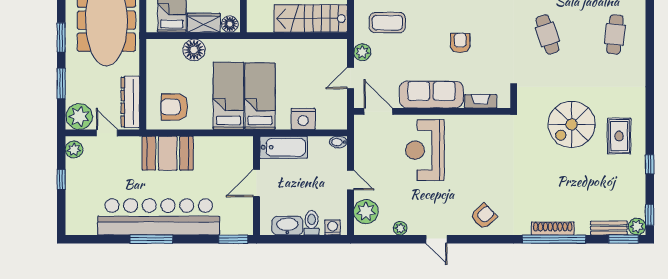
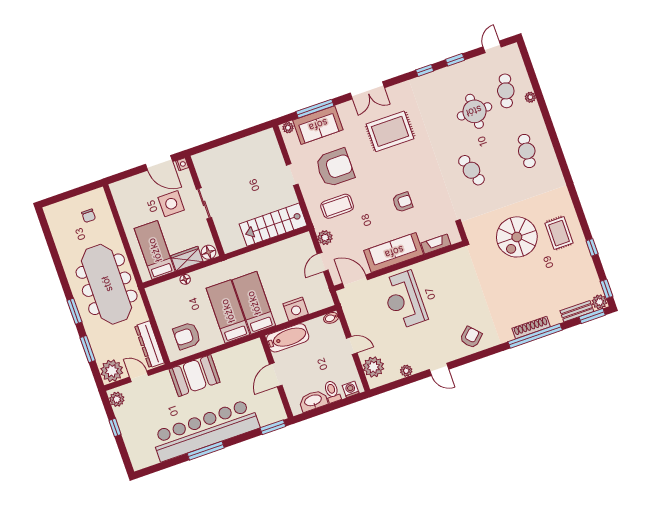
armchair: (460, 43) -> (402, 202), turned 90
floor lamp: (194, 50) -> (185, 279), width x0.53, depth x0.53

